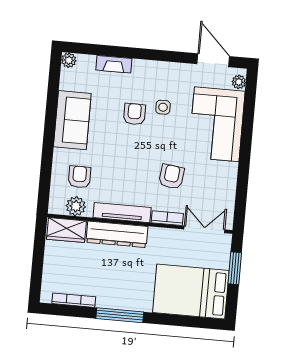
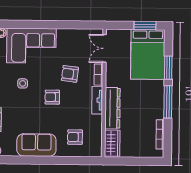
armchair: (134, 114) -> (52, 97), moved
plant: (76, 206) -> (95, 138), removed
tv unit: (122, 213) -> (97, 100), width x0.71
window: (235, 268) -> (145, 26), moved
window: (169, 320) -> (168, 68), added

